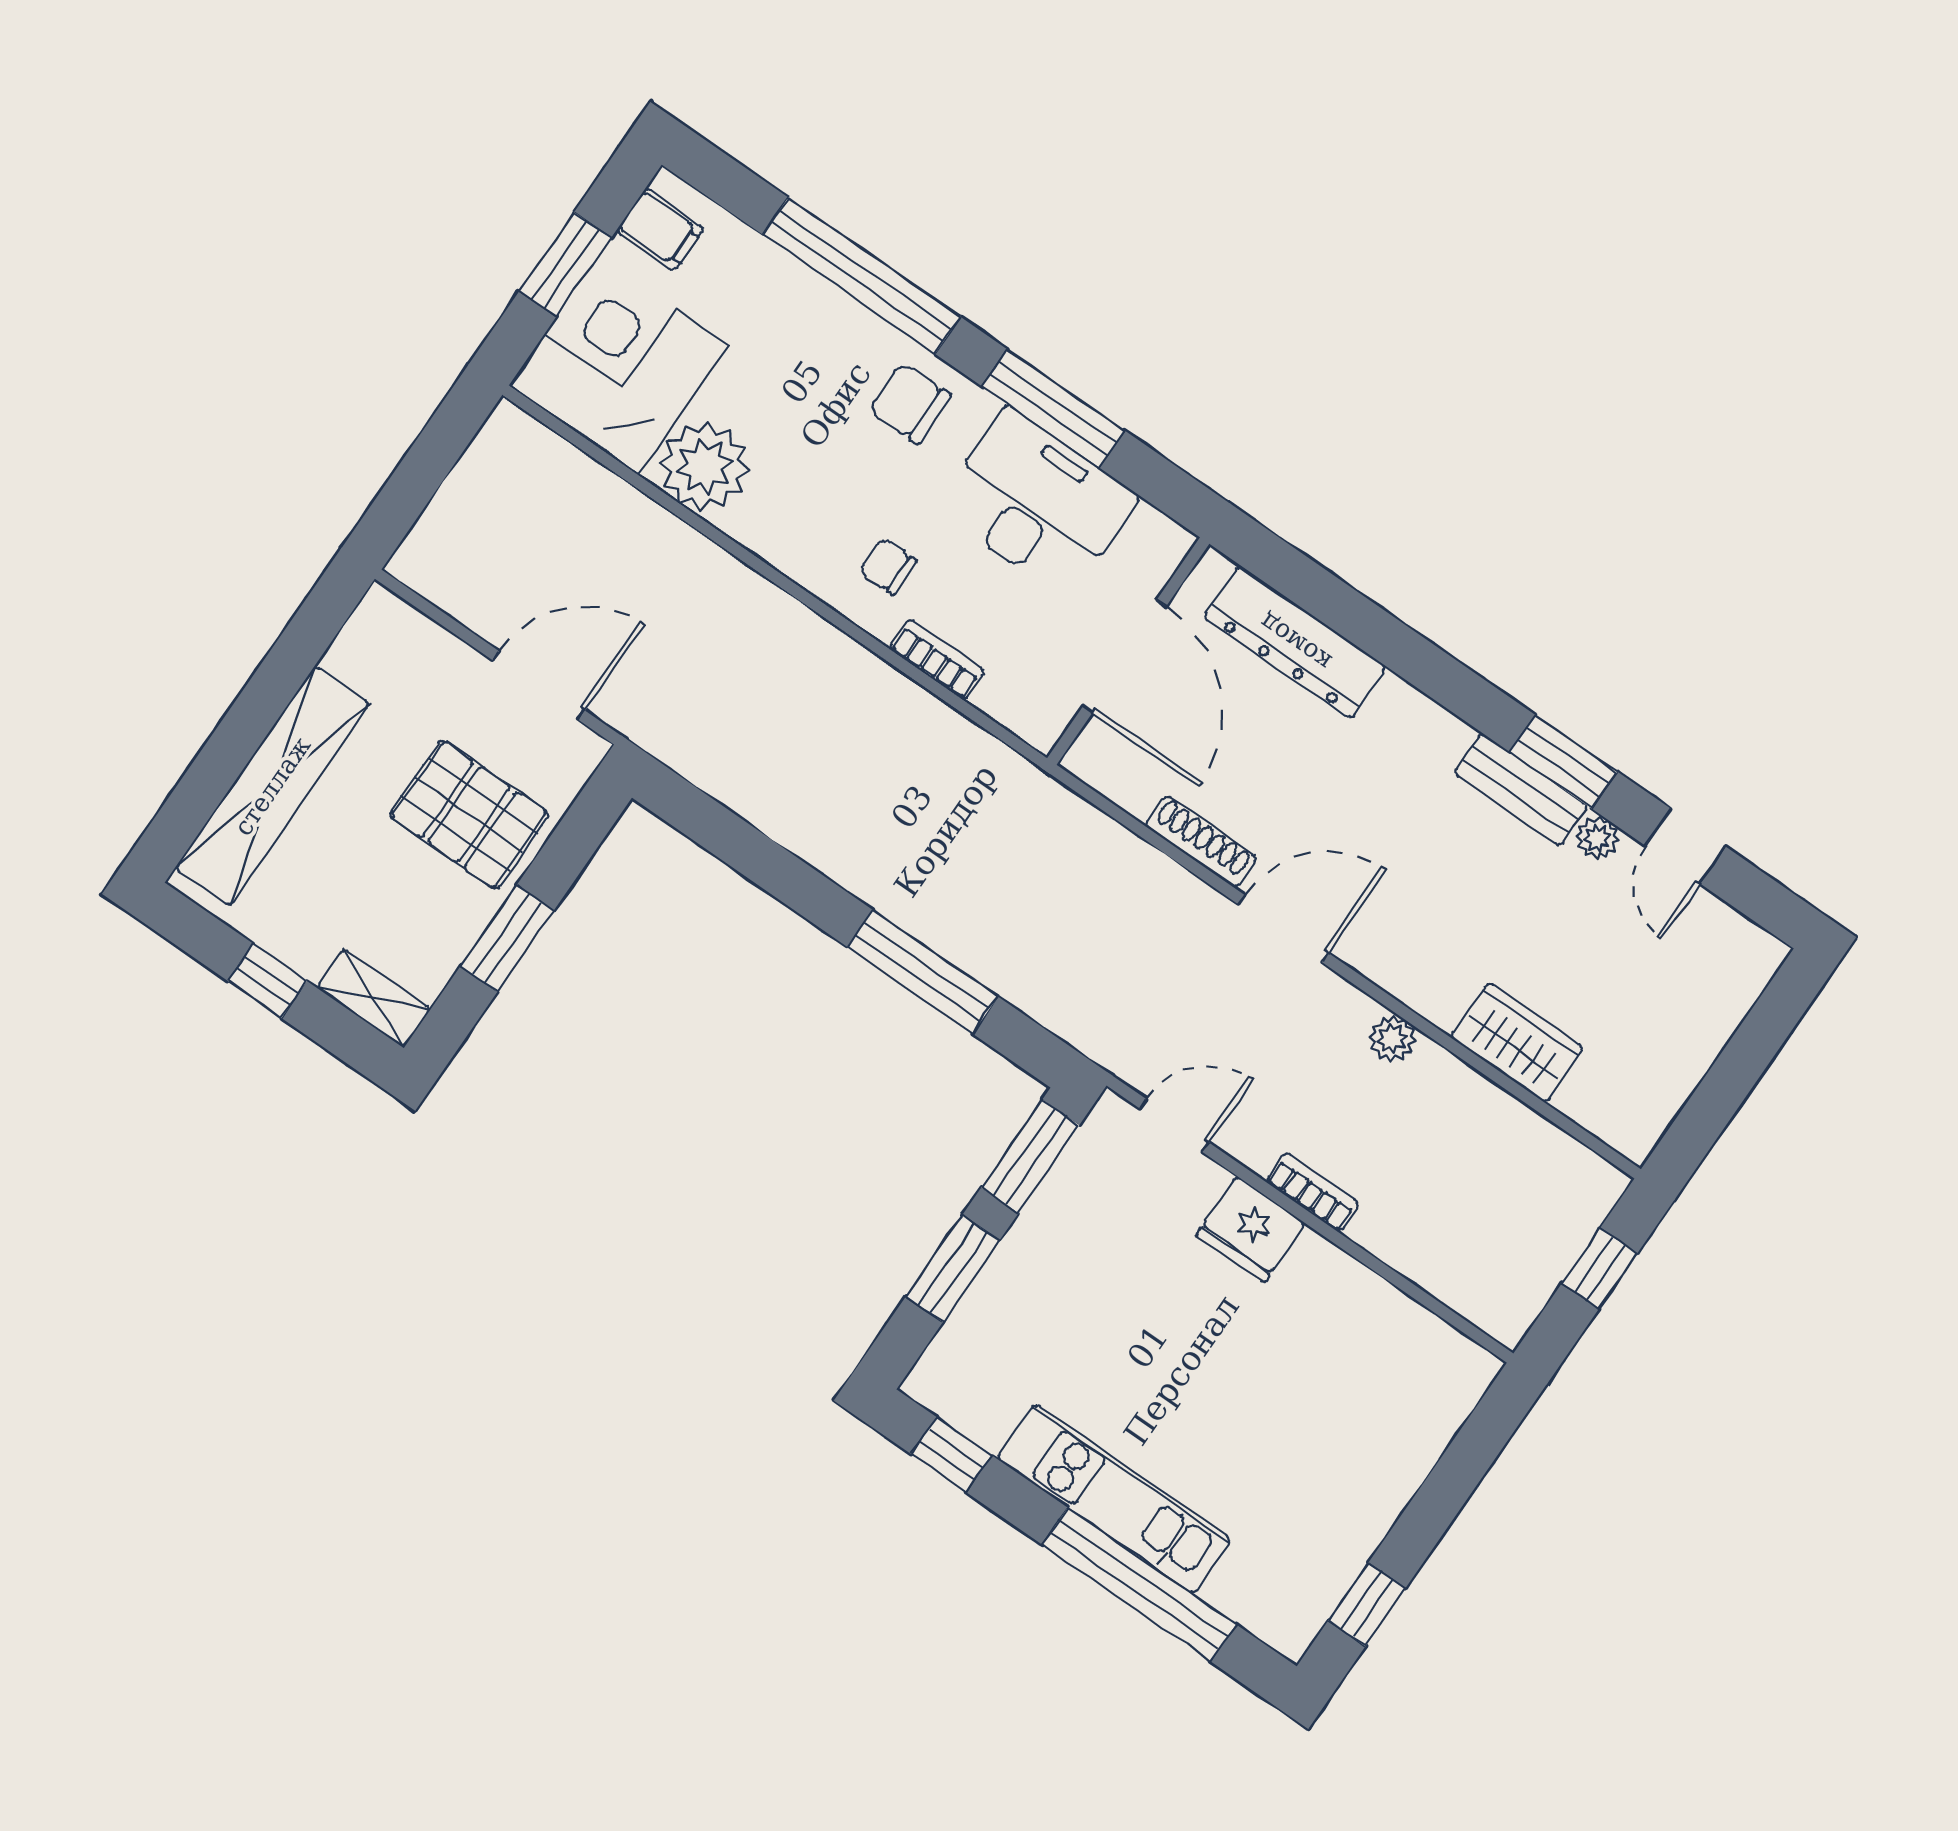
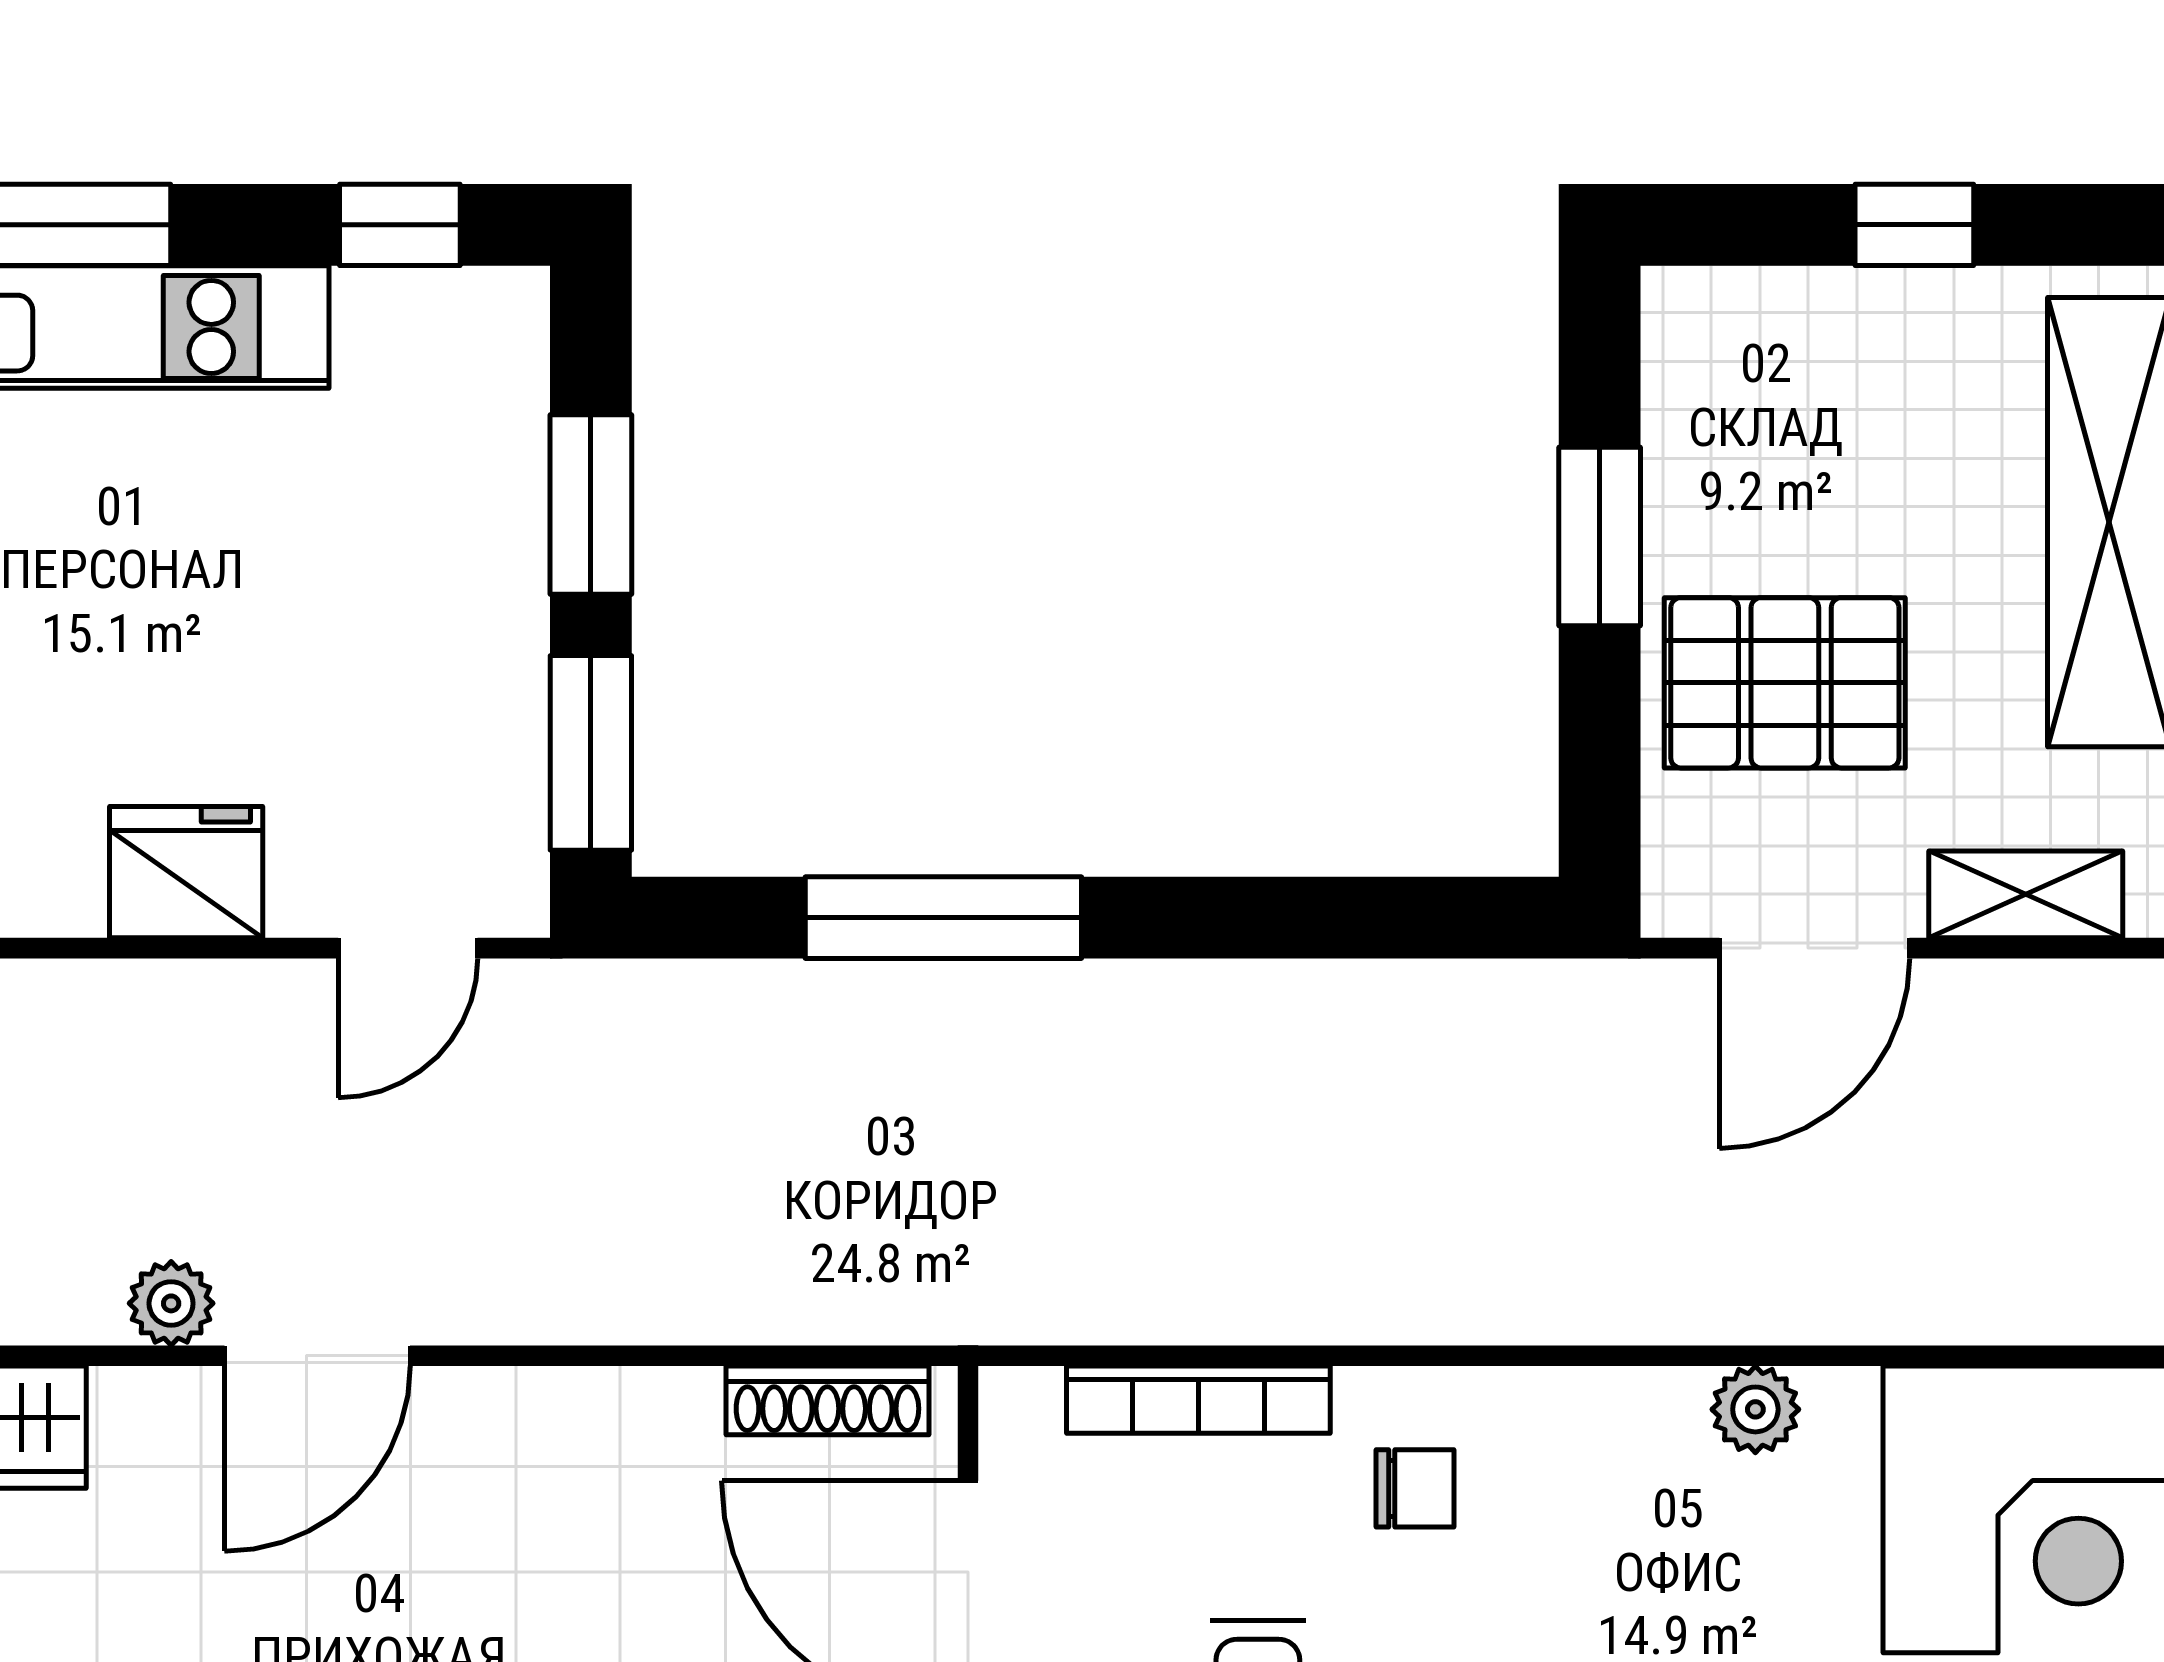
plant: (704, 466) -> (1755, 1409), width x0.53, depth x0.53
bookcase: (937, 659) -> (1198, 1400), width x1.56
shoe rack: (1201, 842) -> (827, 1400), moved
door: (1283, 929) -> (317, 1356), moved
shelving: (374, 998) -> (2026, 894), moved
bookcase: (1312, 1192) -> (132, 991), removed

